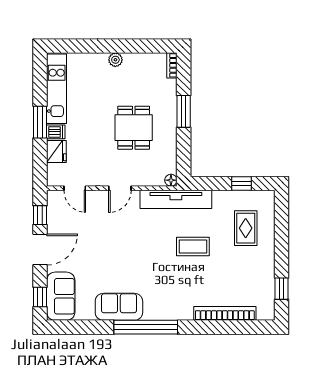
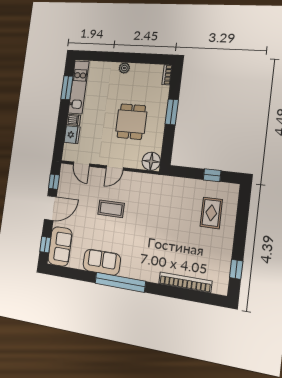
window: (40, 122) -> (67, 88), moved
floor lamp: (171, 180) -> (151, 161), width x1.89, depth x1.89
tv unit: (176, 199) -> (157, 182), removed
coffee table: (193, 246) -> (111, 209), moved

